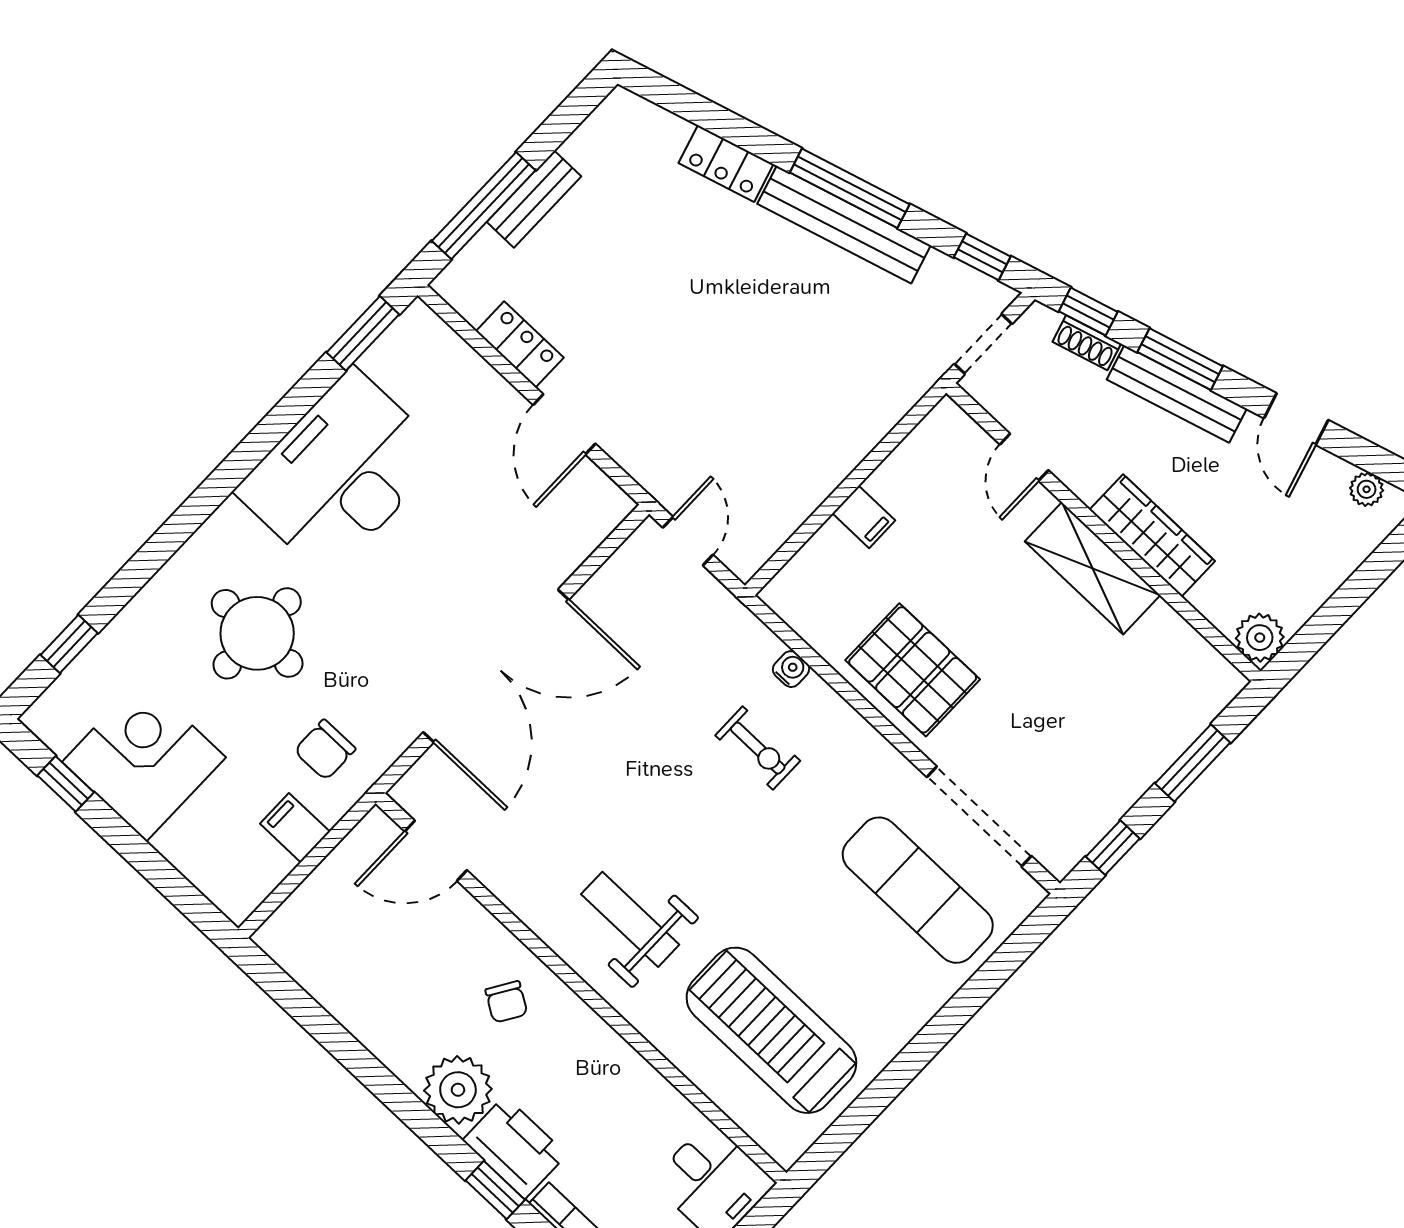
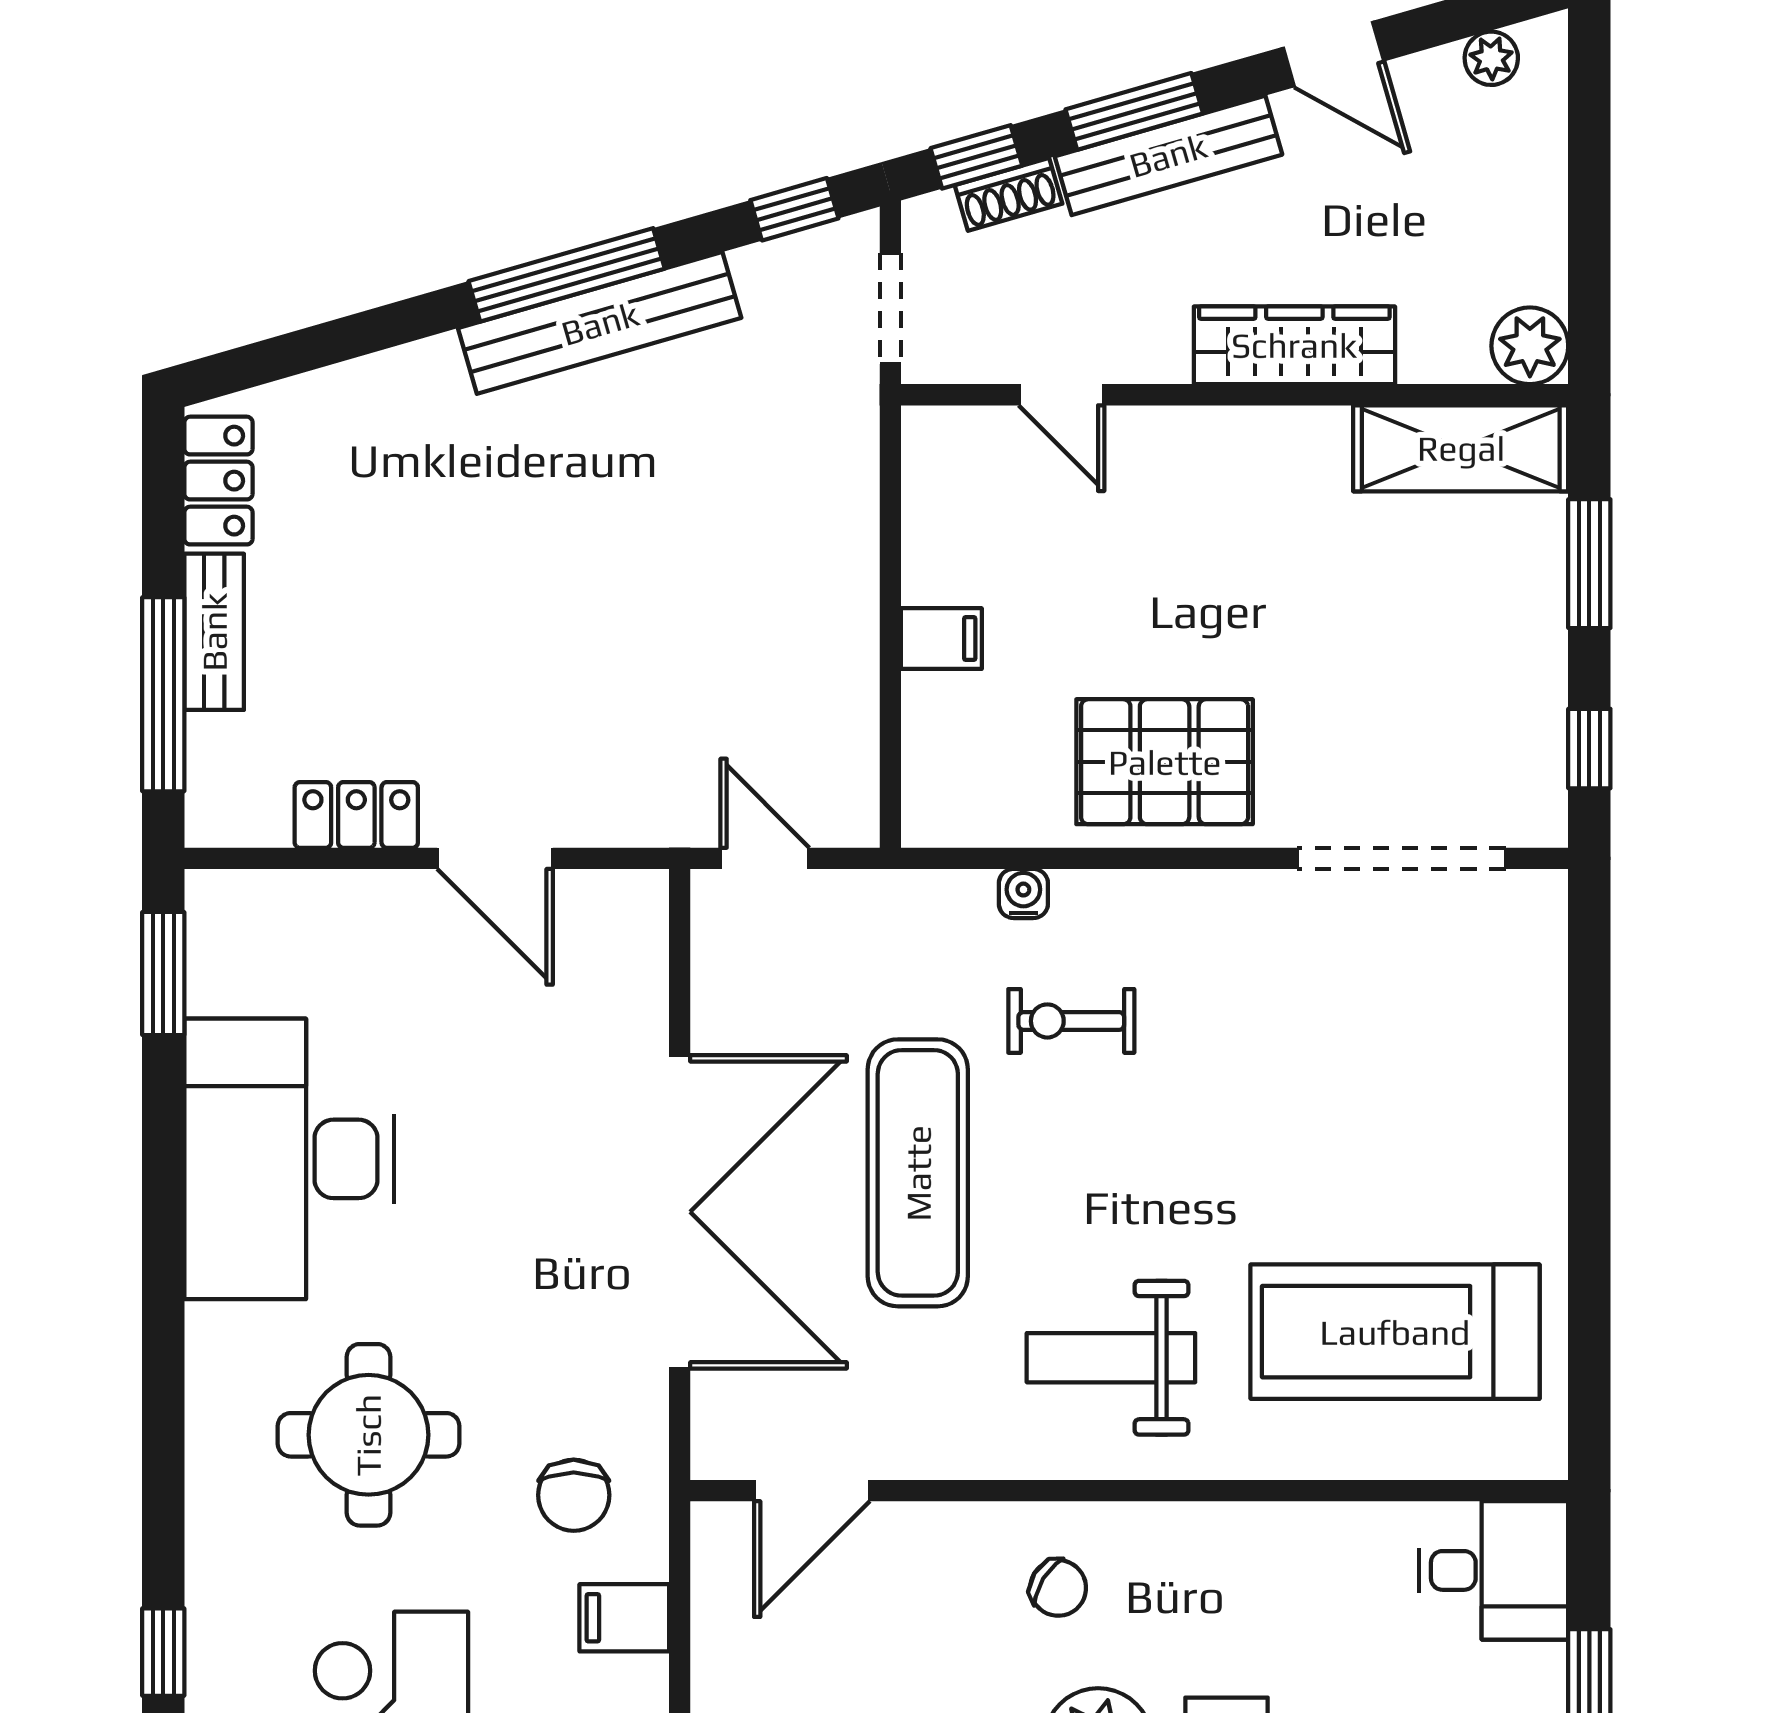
locker: (726, 164) -> (218, 481), moved, turned -74
shelving: (1093, 568) -> (1461, 448), moved
exercise bike: (758, 748) -> (1071, 1021), turned 180
exercise mat: (918, 890) -> (918, 1173), moved, turned 90

